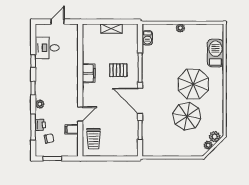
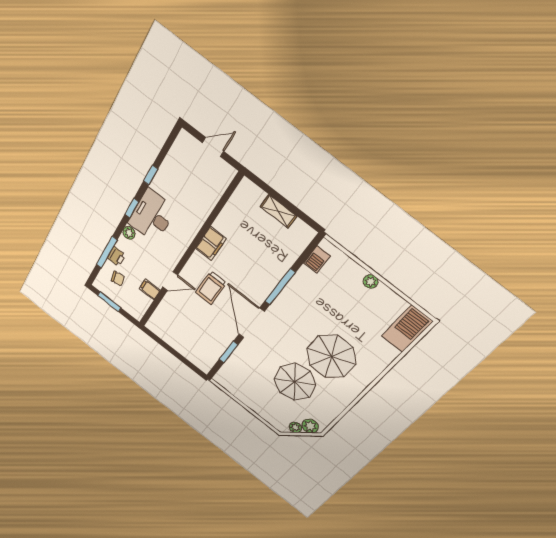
desk: (47, 48) -> (152, 216), moved, width x1.37
barbecue: (215, 53) -> (407, 329), moved
pallet: (118, 70) -> (250, 269), removed
trolley: (94, 139) -> (211, 288), moved

